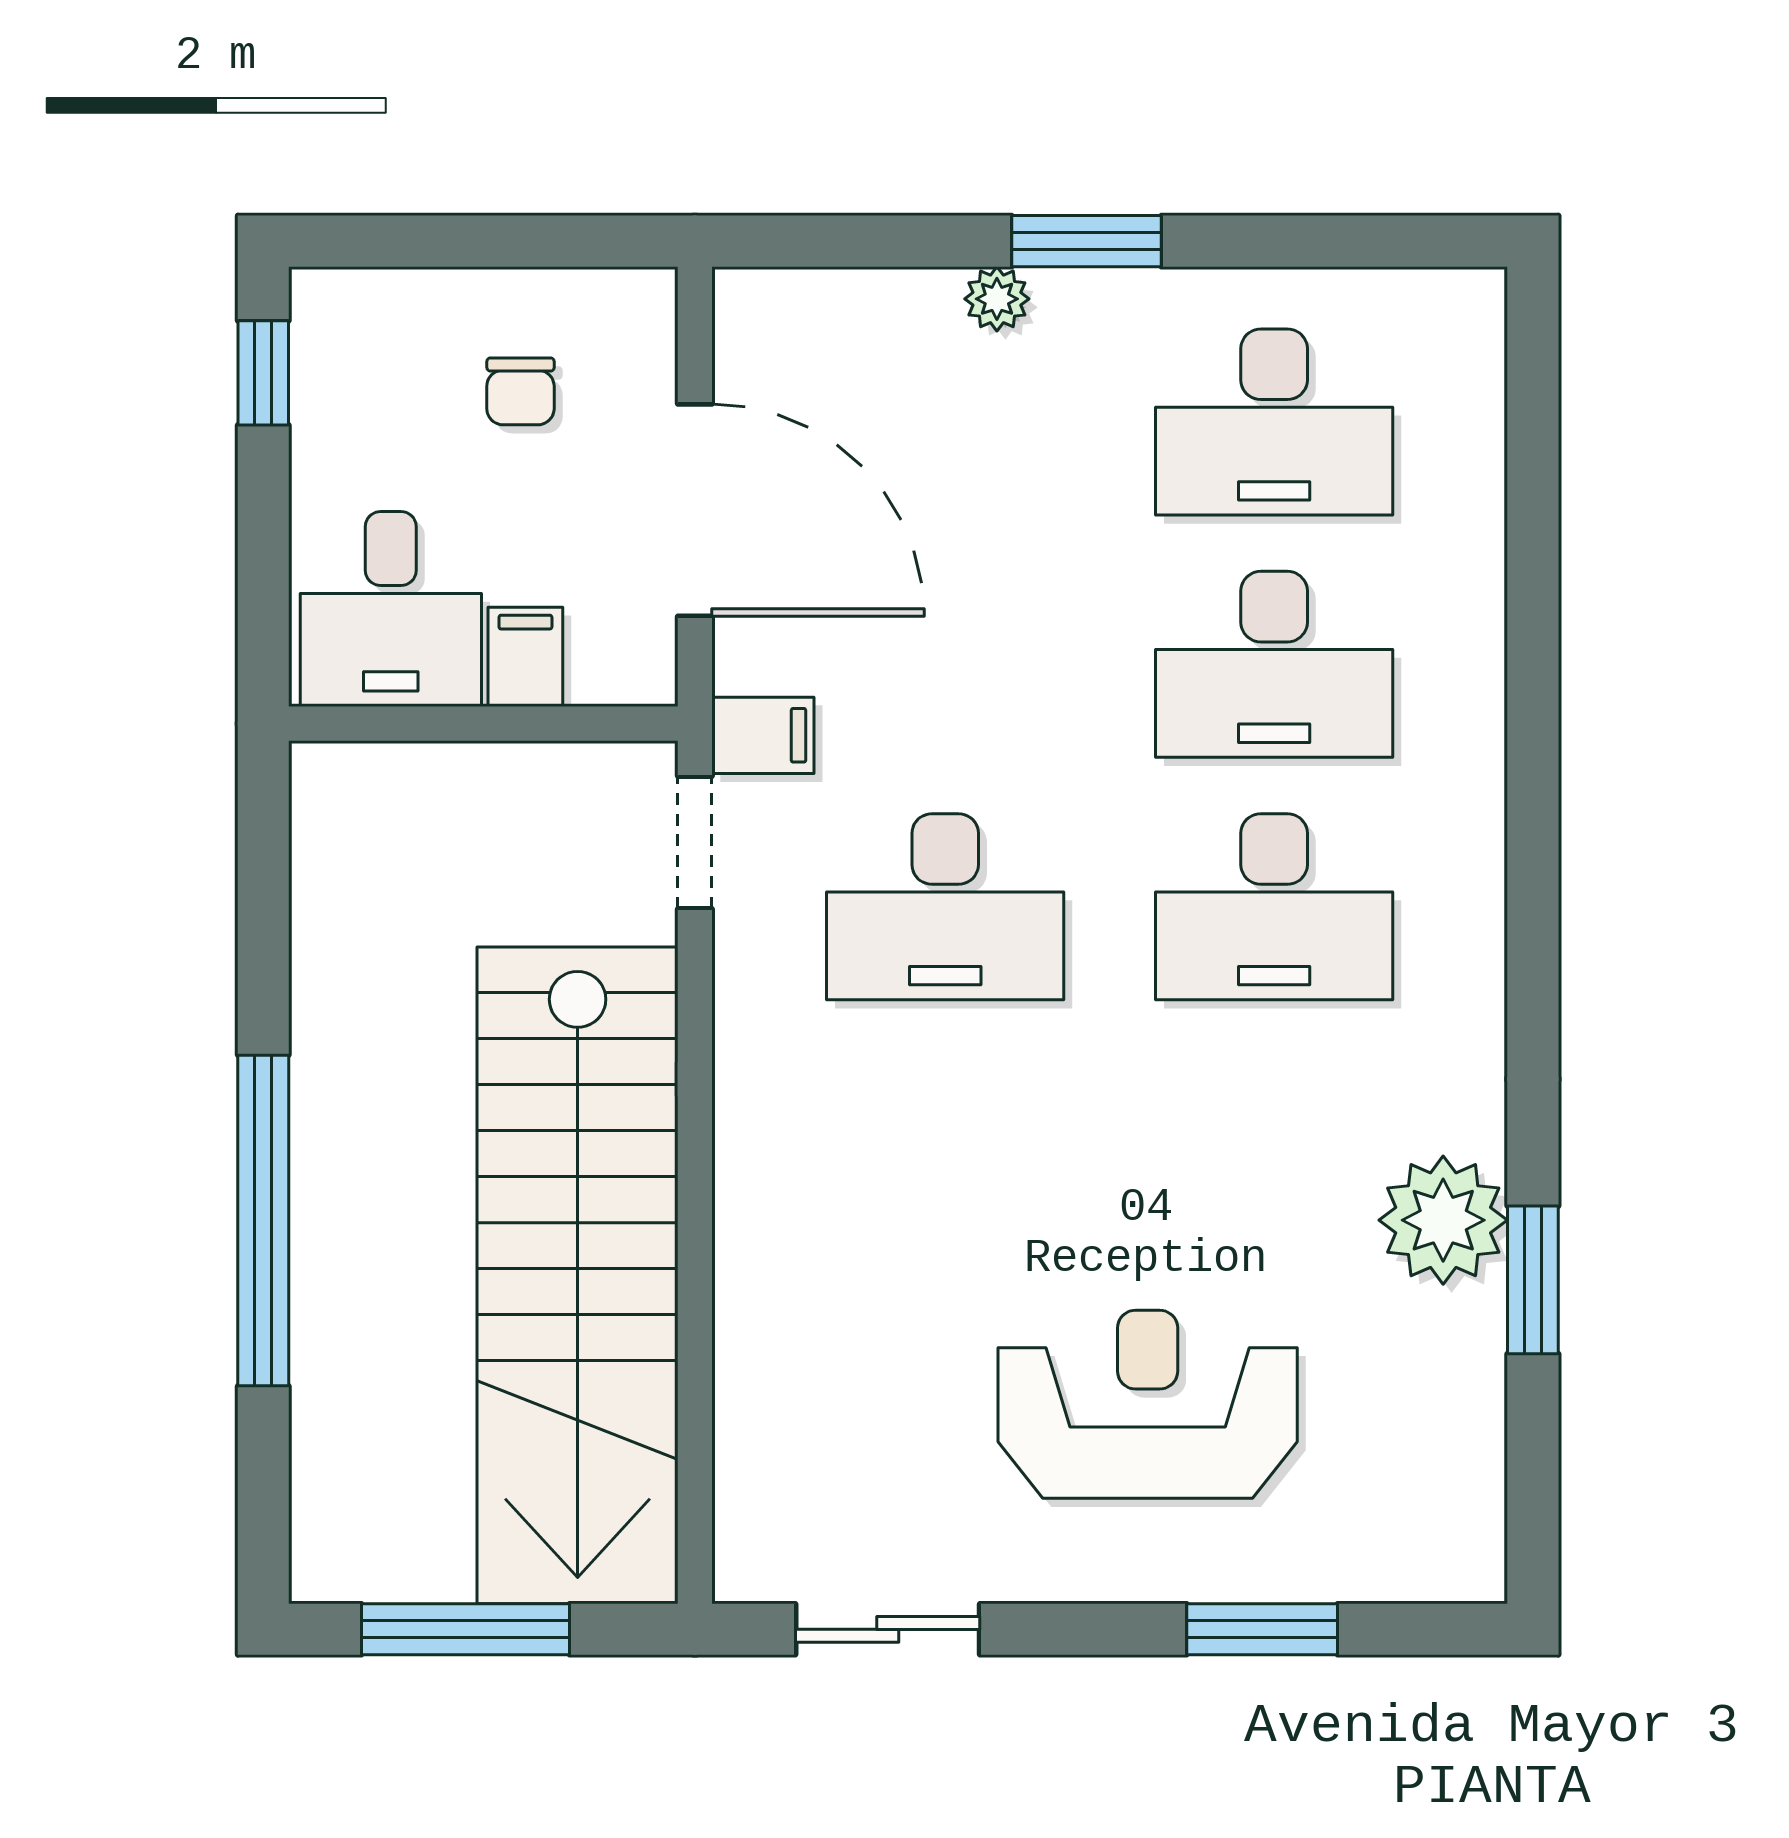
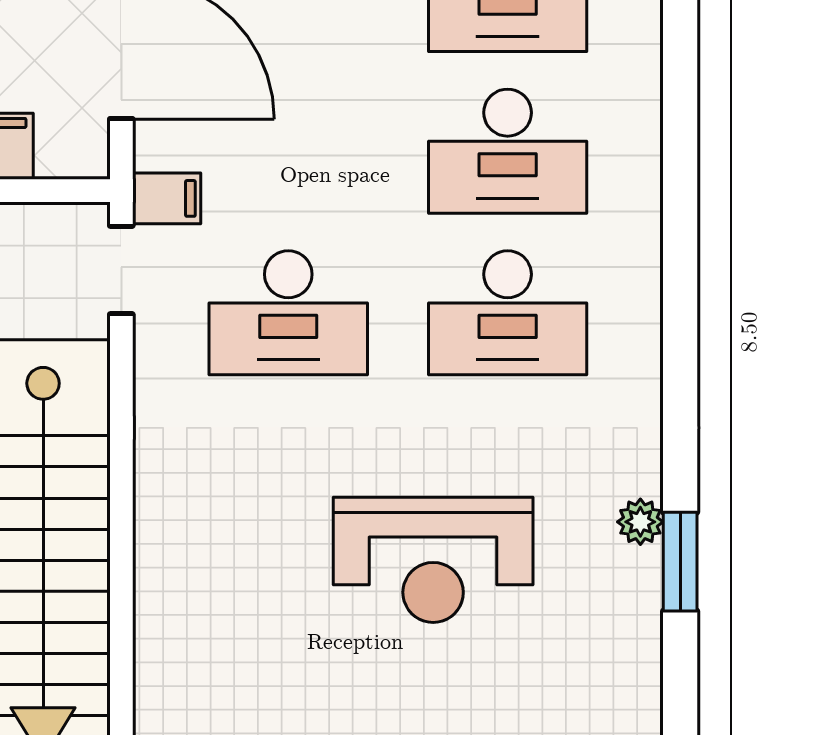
plant: (1443, 1220) -> (640, 522), width x0.53, depth x0.53
reception desk: (1148, 1404) -> (433, 560), moved, turned 180

